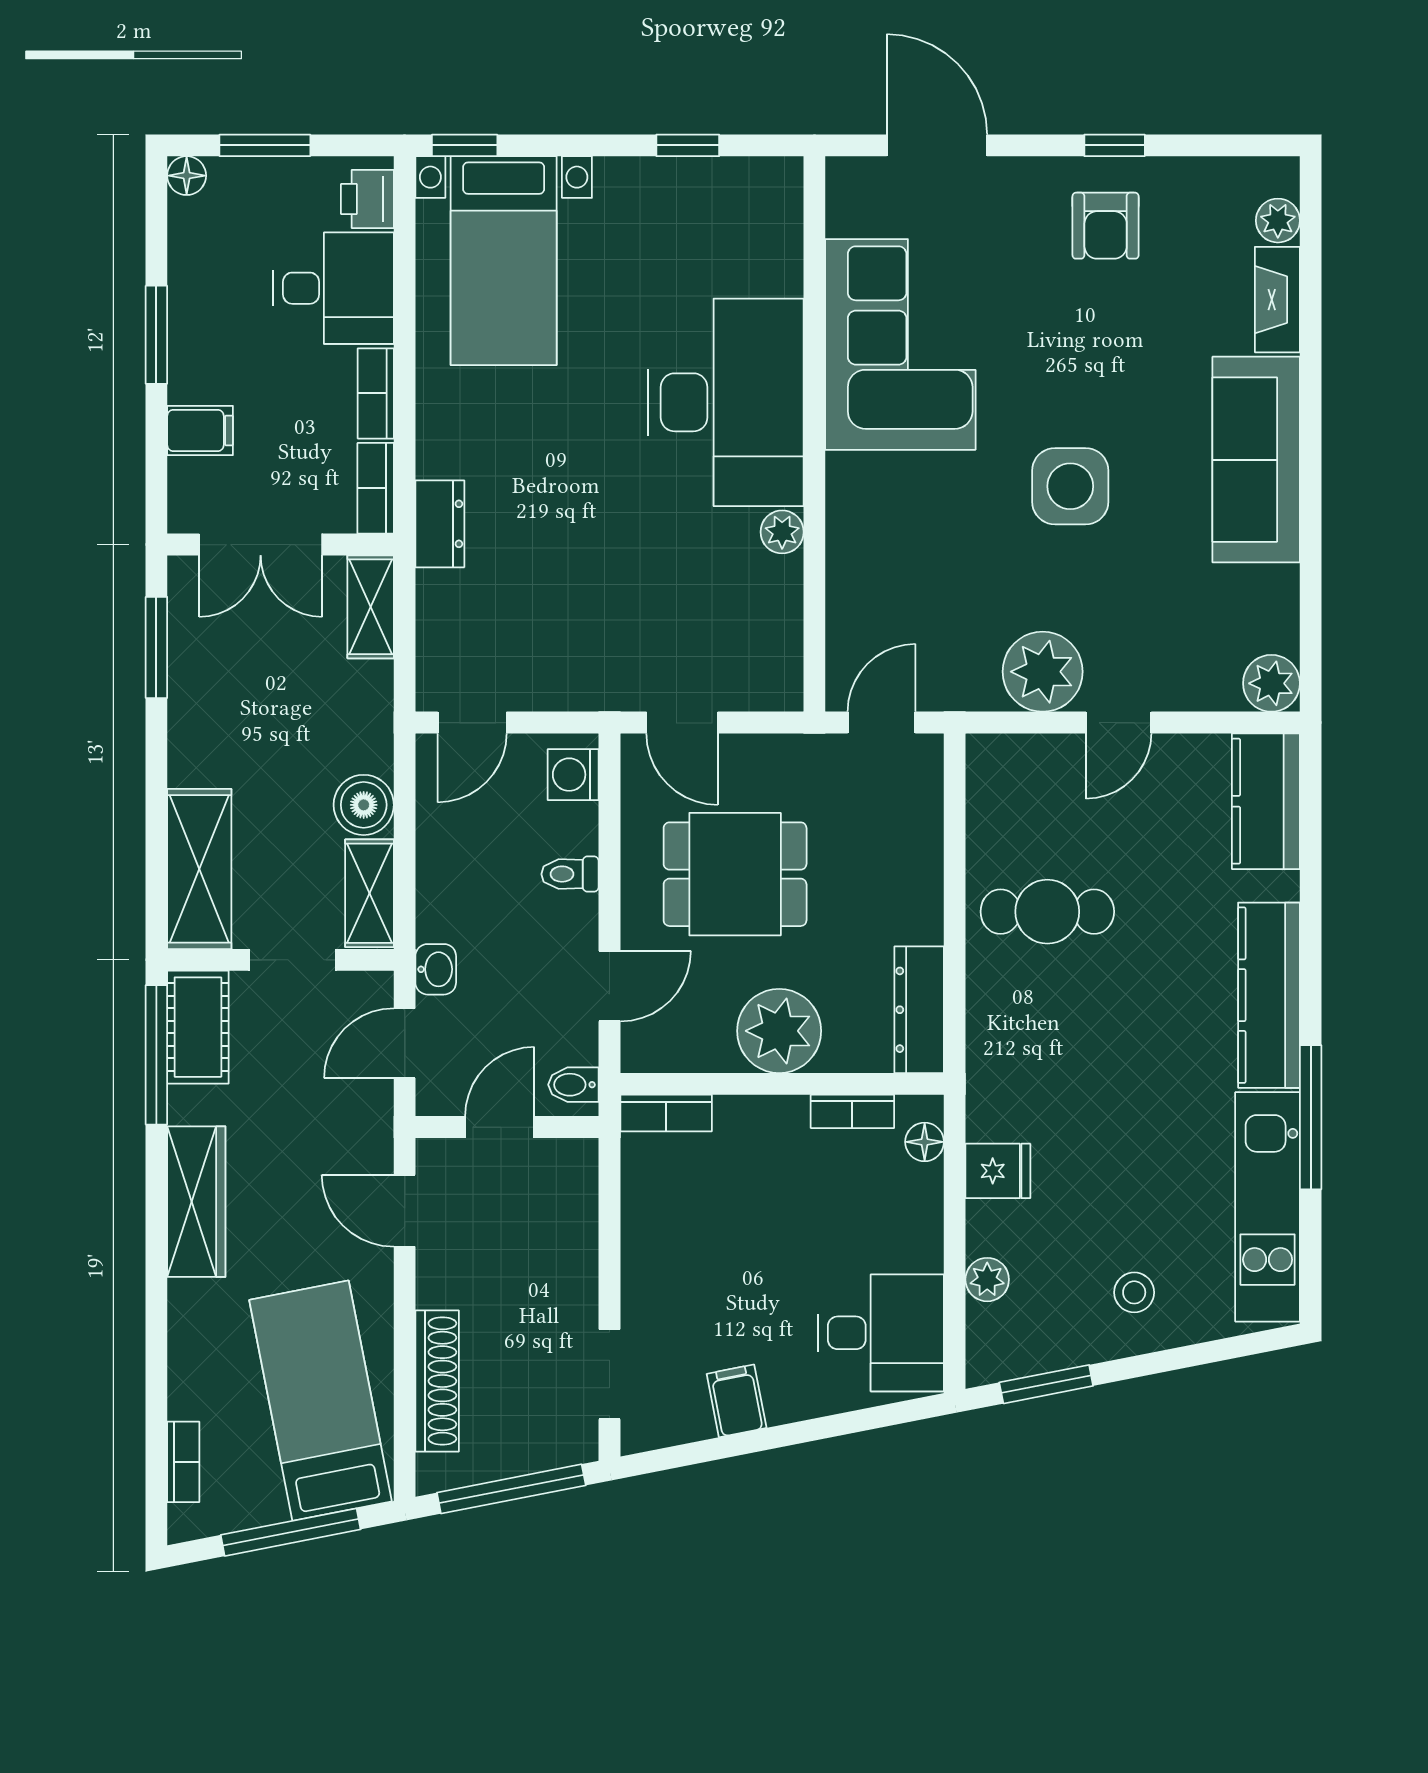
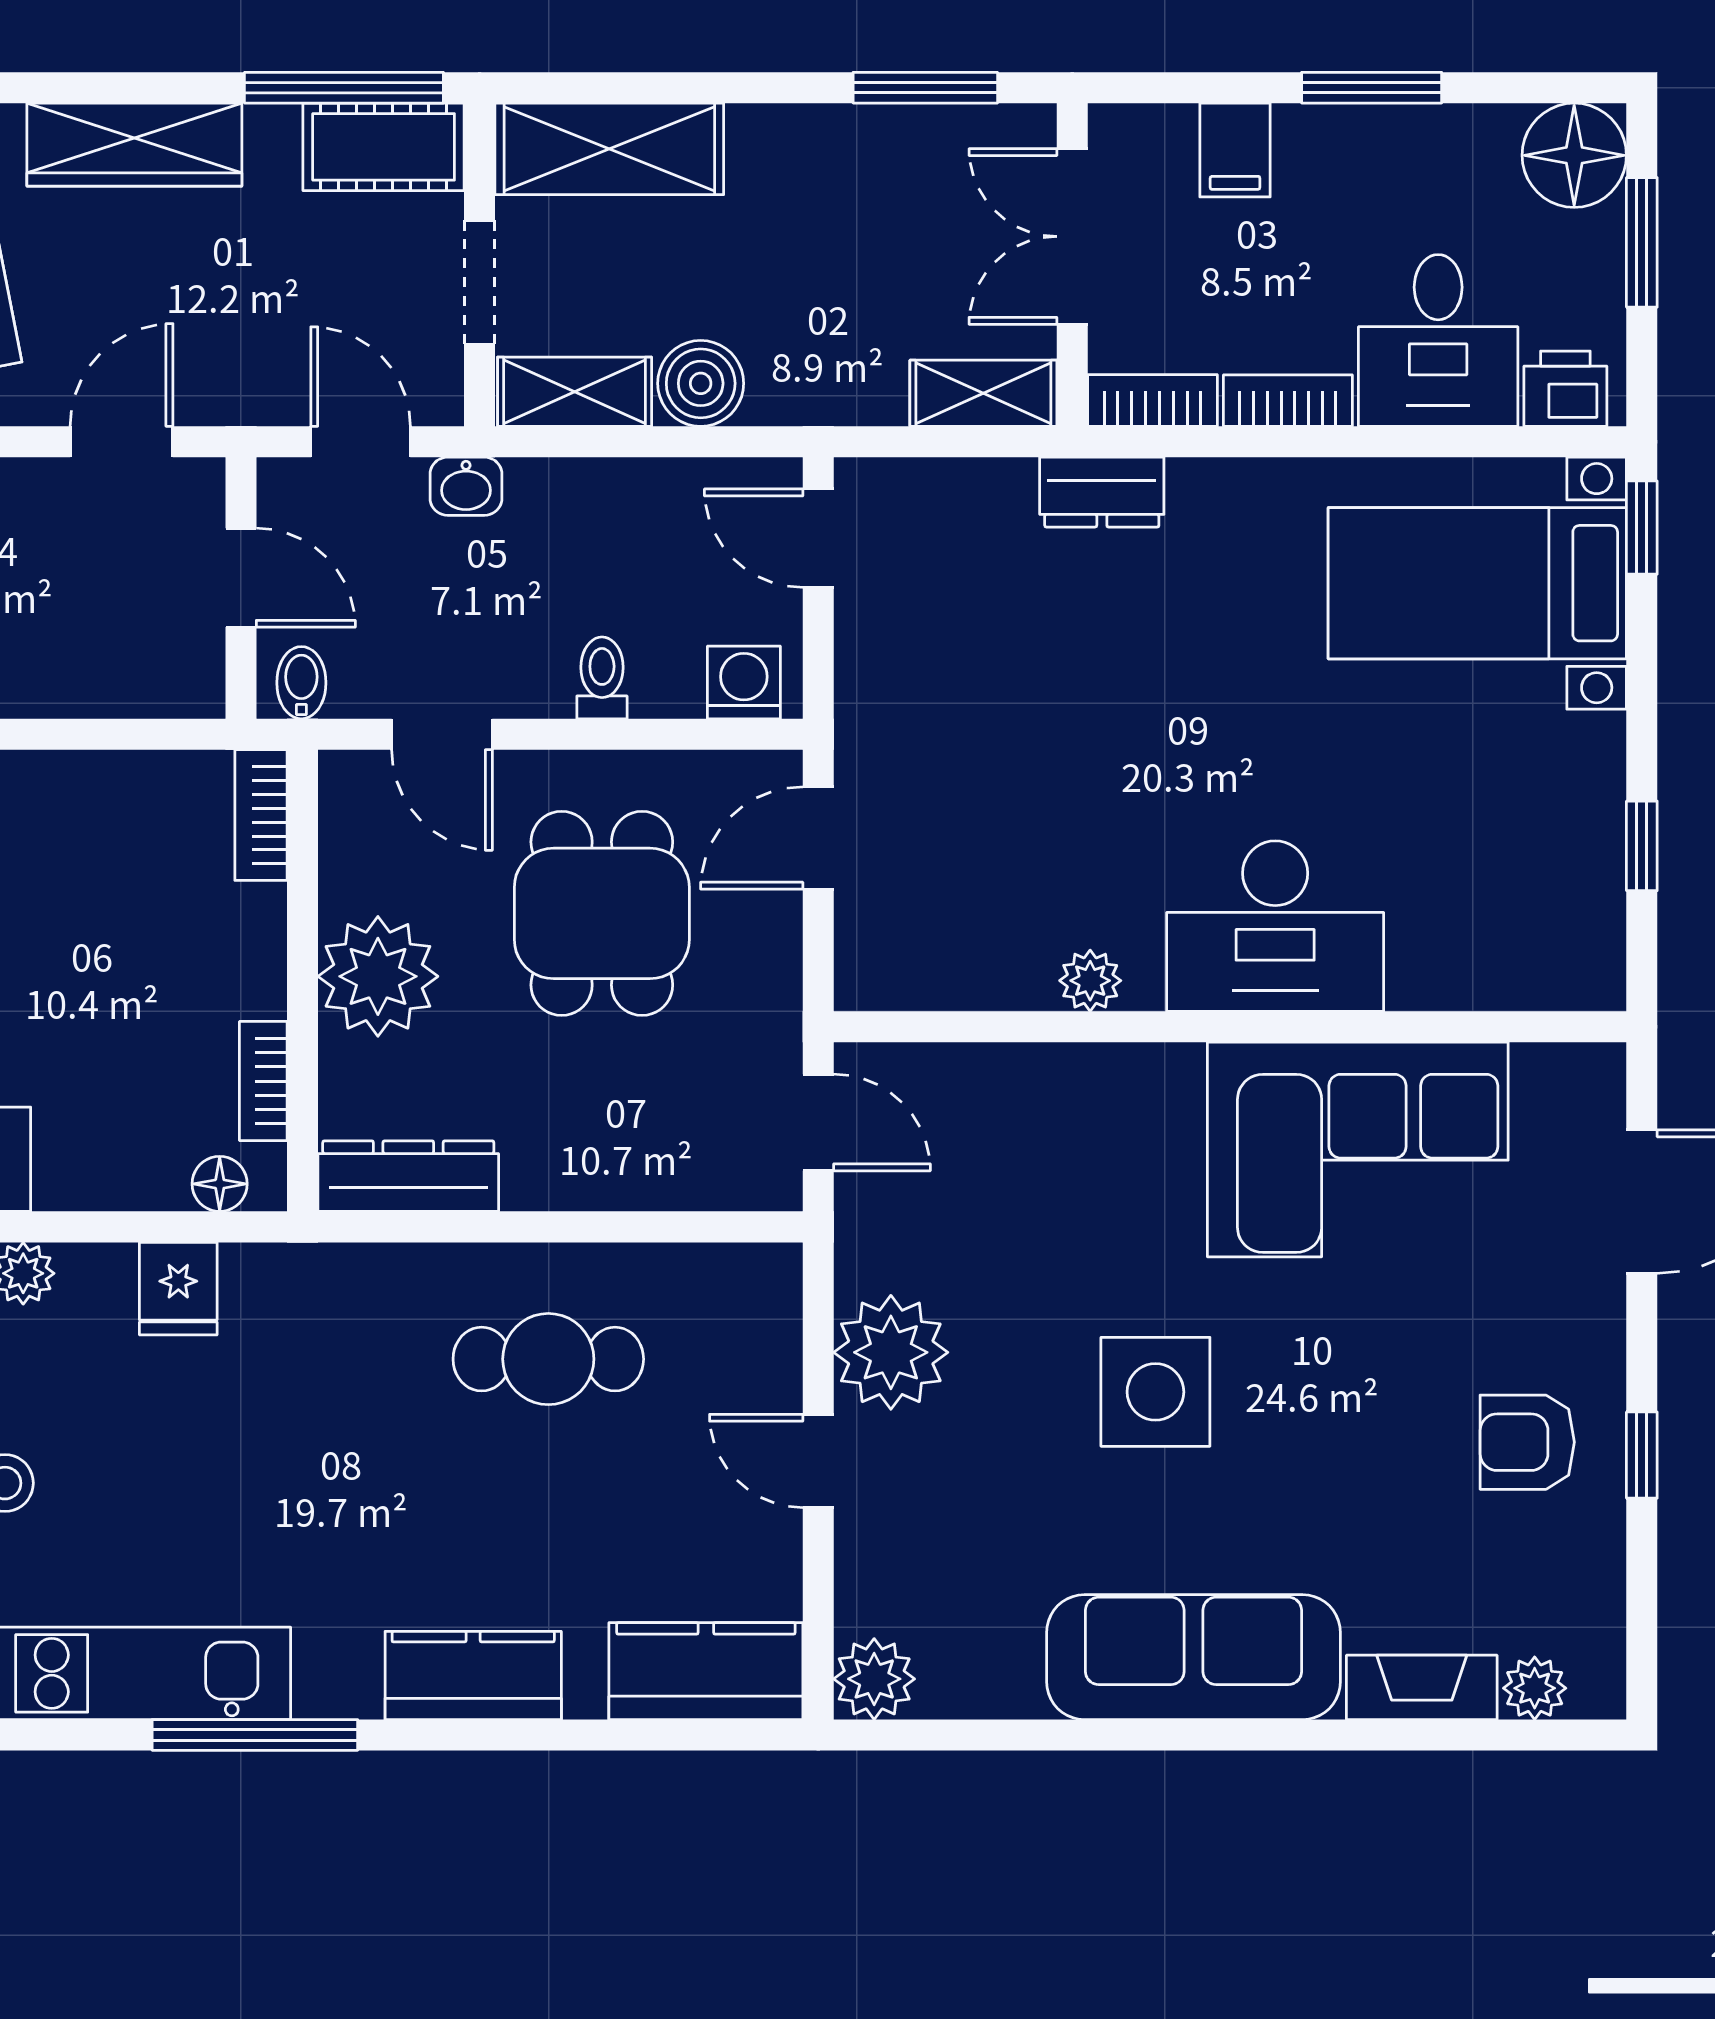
floor lamp: (187, 176) -> (1574, 155), width x1.89, depth x1.89
desk: (726, 402) -> (1275, 926), width x0.73, depth x0.77
cafe table: (1047, 912) -> (548, 1359), turned 90
kitchen counter: (1269, 995) -> (473, 1675), width x0.67

